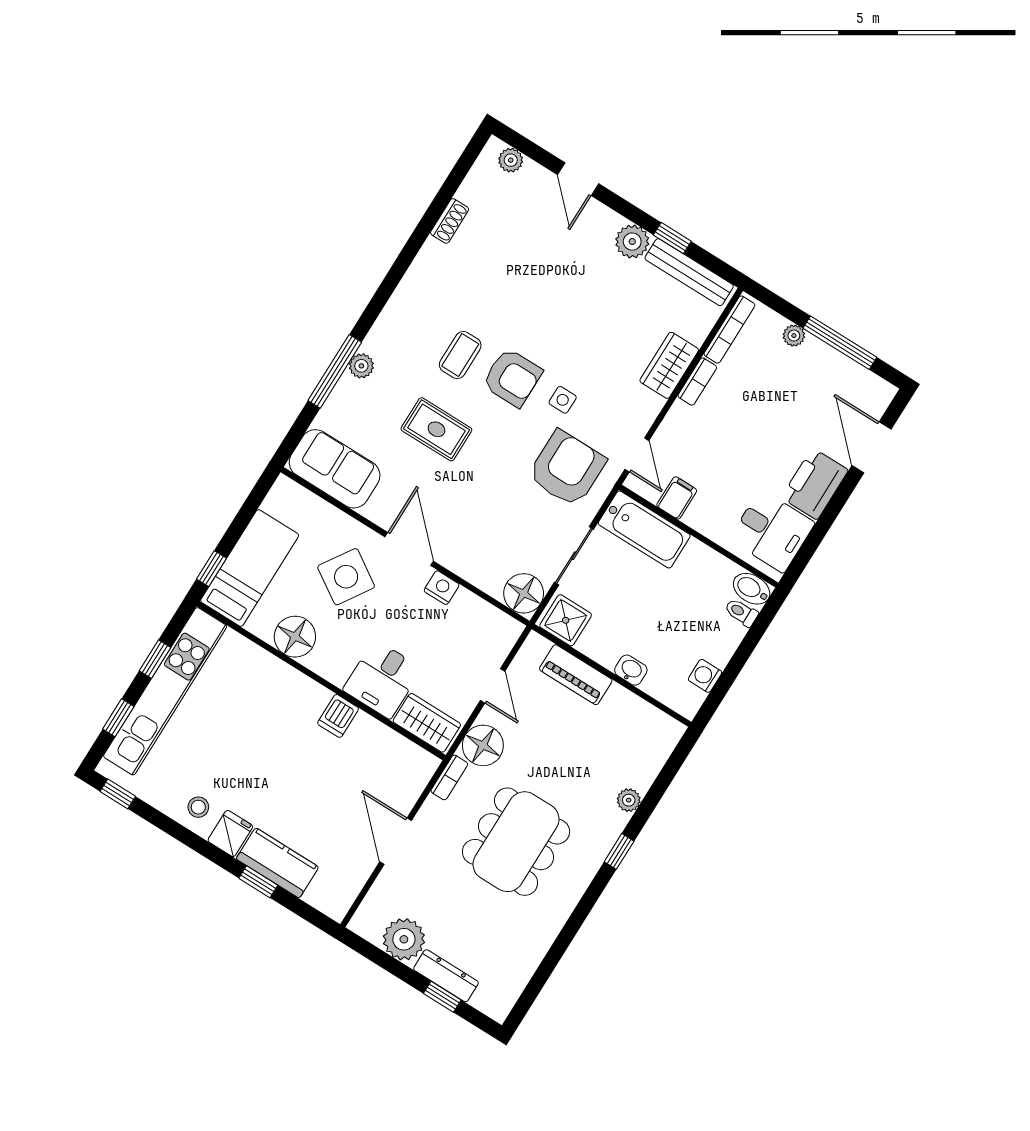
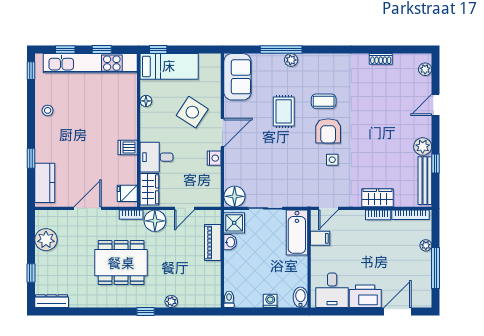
armchair: (567, 469) -> (303, 181), removed
toilet: (741, 612) -> (229, 299), moved
floor lamp: (295, 637) -> (146, 101), width x0.53, depth x0.53
washbasin: (631, 670) -> (230, 242), moved
washing machine: (705, 676) -> (270, 301), moved
fridge: (230, 833) -> (127, 193), moved, turned 180
kitchen counter: (277, 863) -> (45, 183), moved
dresser: (446, 976) -> (52, 301), moved, turned -90

